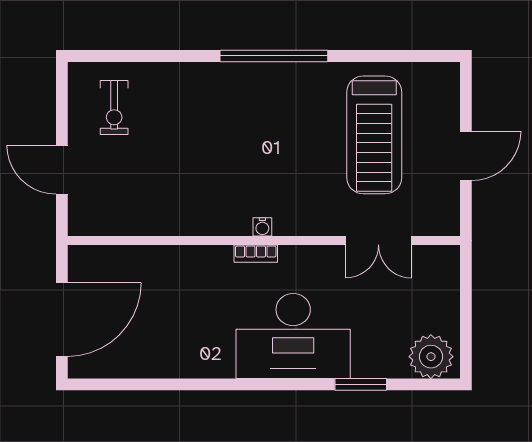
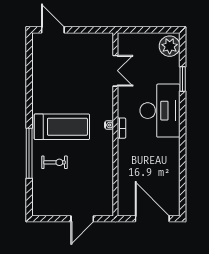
window: (274, 56) -> (29, 153), moved
exercise bike: (114, 108) -> (55, 162), moved
treadmill: (374, 135) -> (62, 127), moved
door: (466, 156) -> (53, 30), moved

